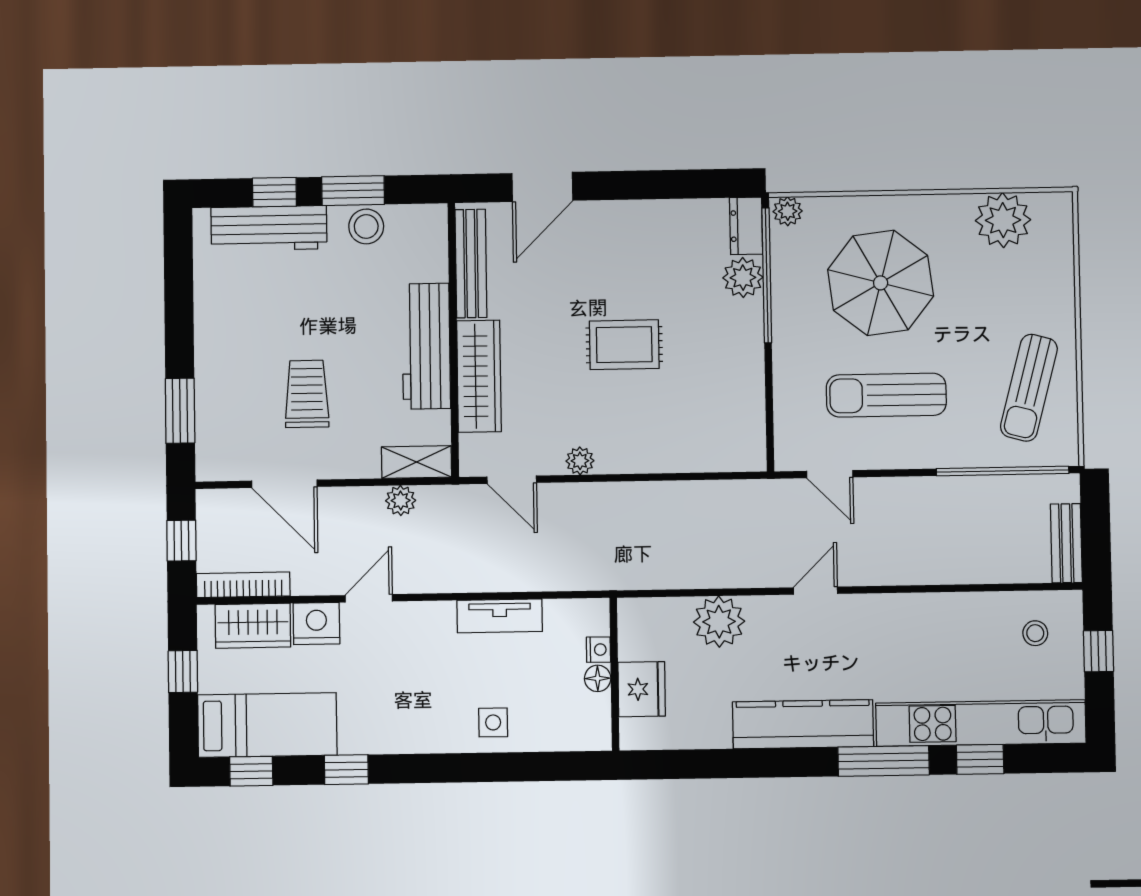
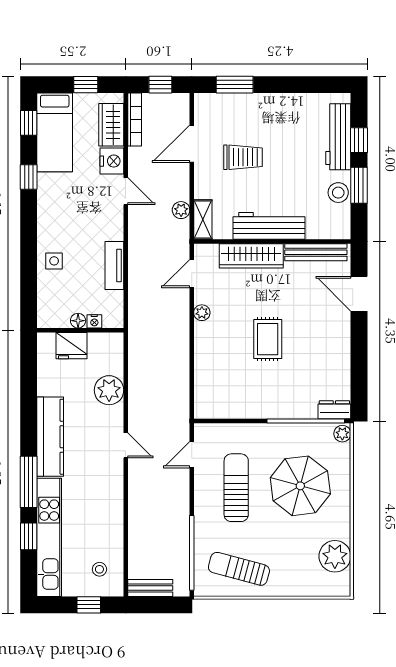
plant: (743, 278) -> (305, 407), removed

